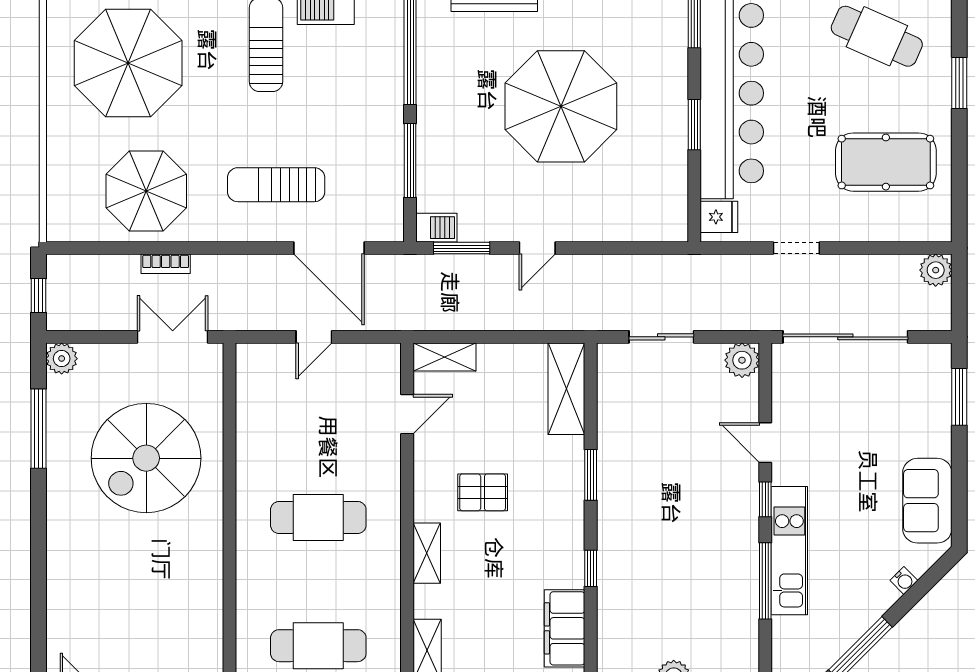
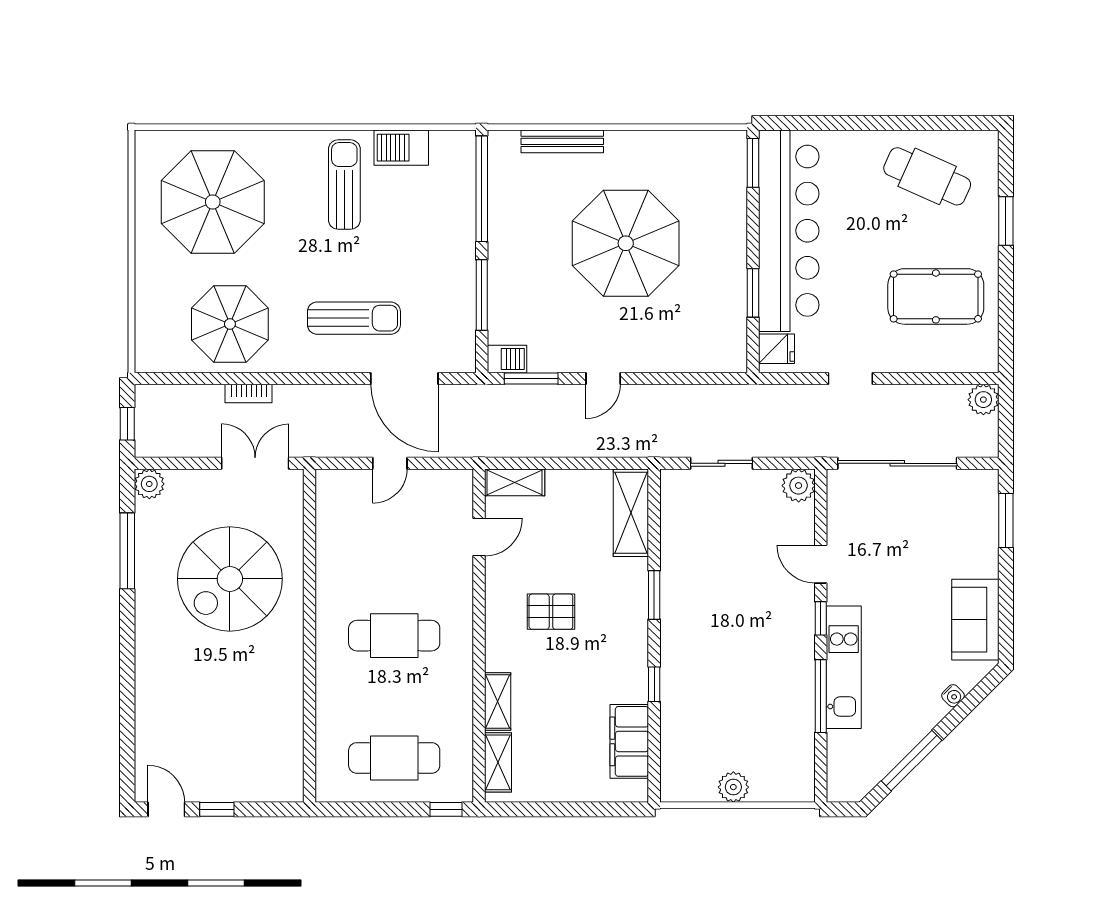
window: (694, 125) -> (753, 293), moved
sun lounger: (276, 185) -> (354, 318), turned 180
shelving: (427, 553) -> (498, 701), moved

